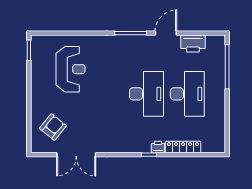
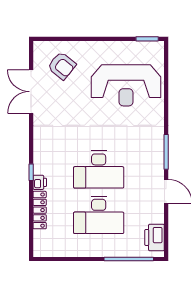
printer: (193, 44) -> (155, 237), moved
reception desk: (71, 69) -> (126, 85), width x1.36, depth x1.30

